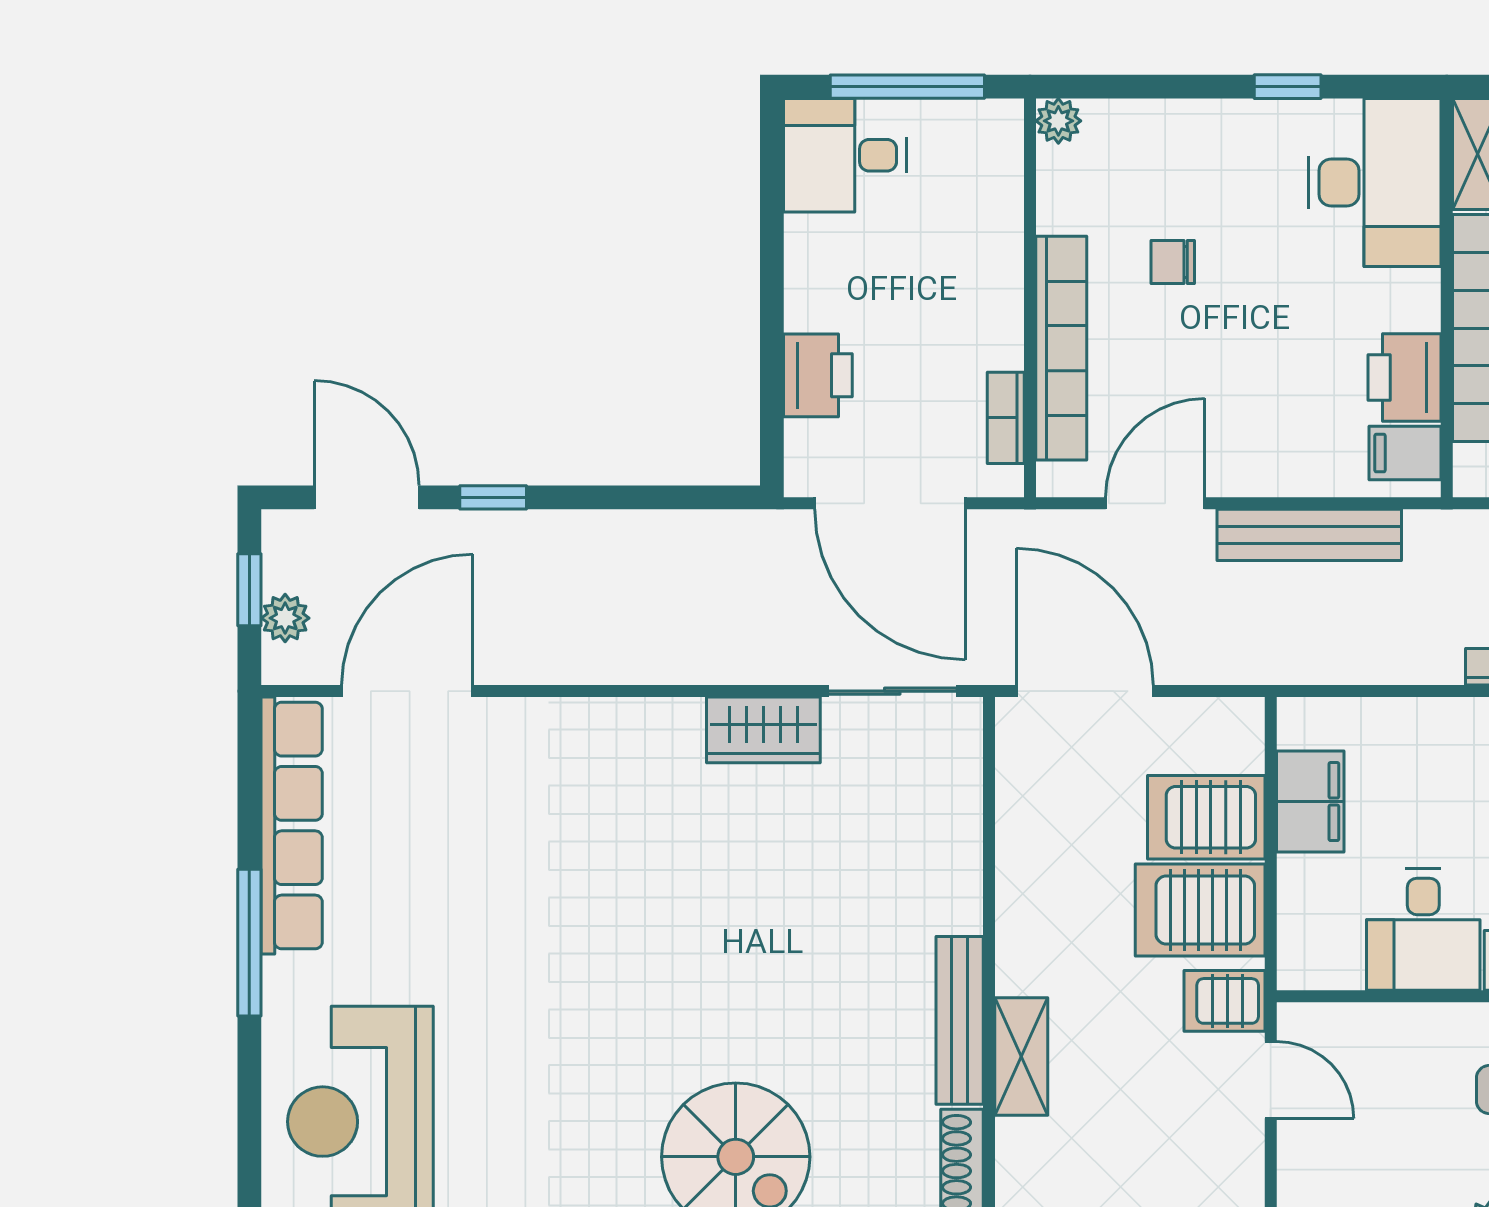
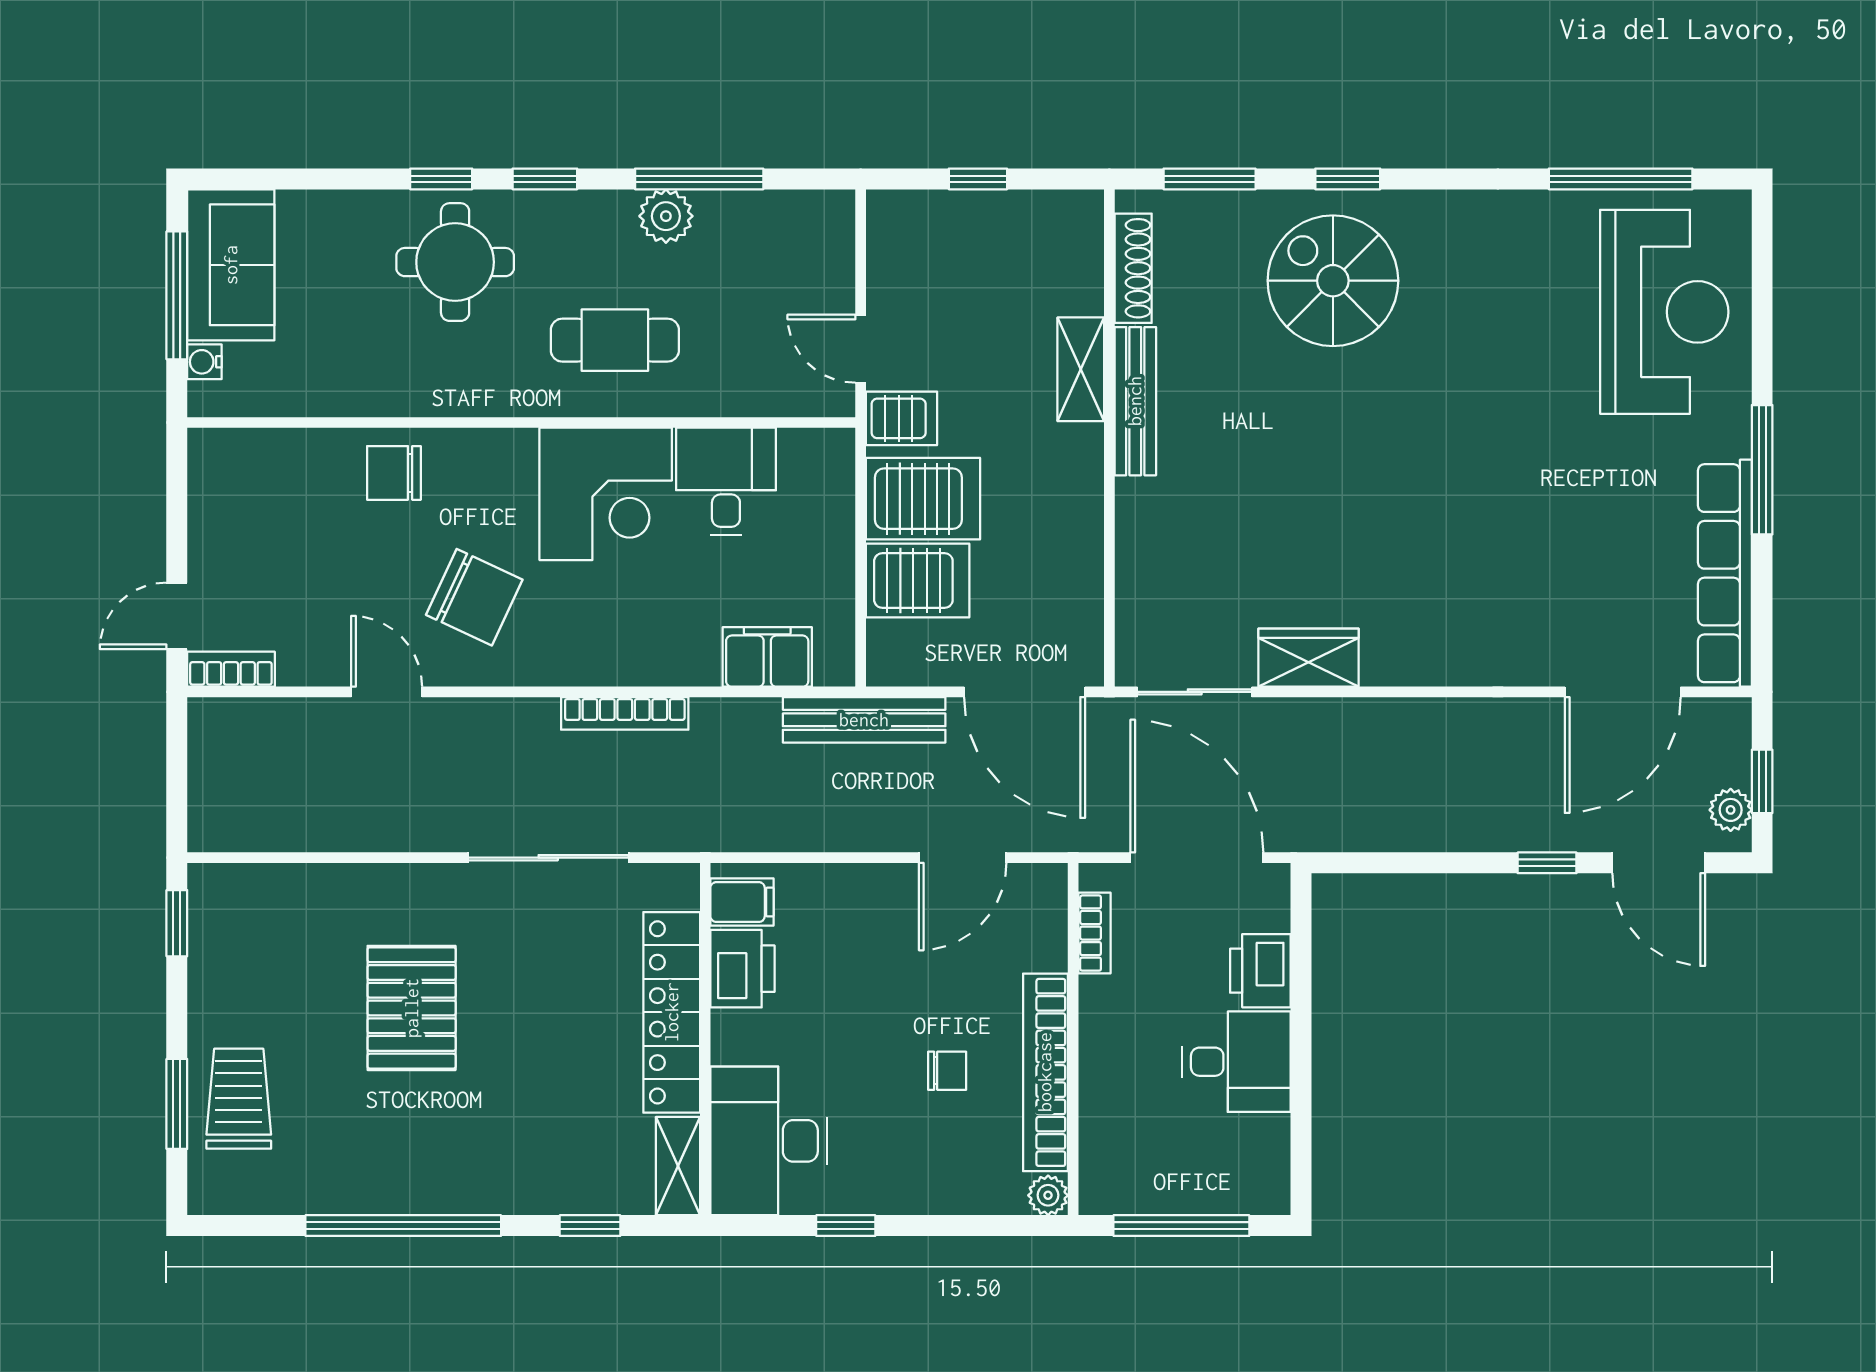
desk: (845, 155) -> (1236, 1062), moved
bookcase: (1061, 348) -> (1045, 1072), moved
bench: (1309, 535) -> (864, 720), moved
plant: (285, 618) -> (1731, 810), moved
filing cabinet: (1310, 802) -> (767, 657), moved, turned 90

